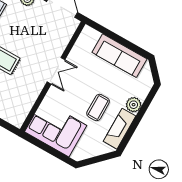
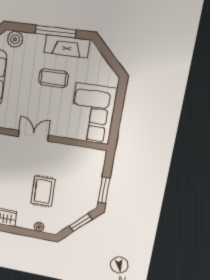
plant: (134, 105) -> (15, 39), moved
window: (135, 124) -> (55, 32), added

